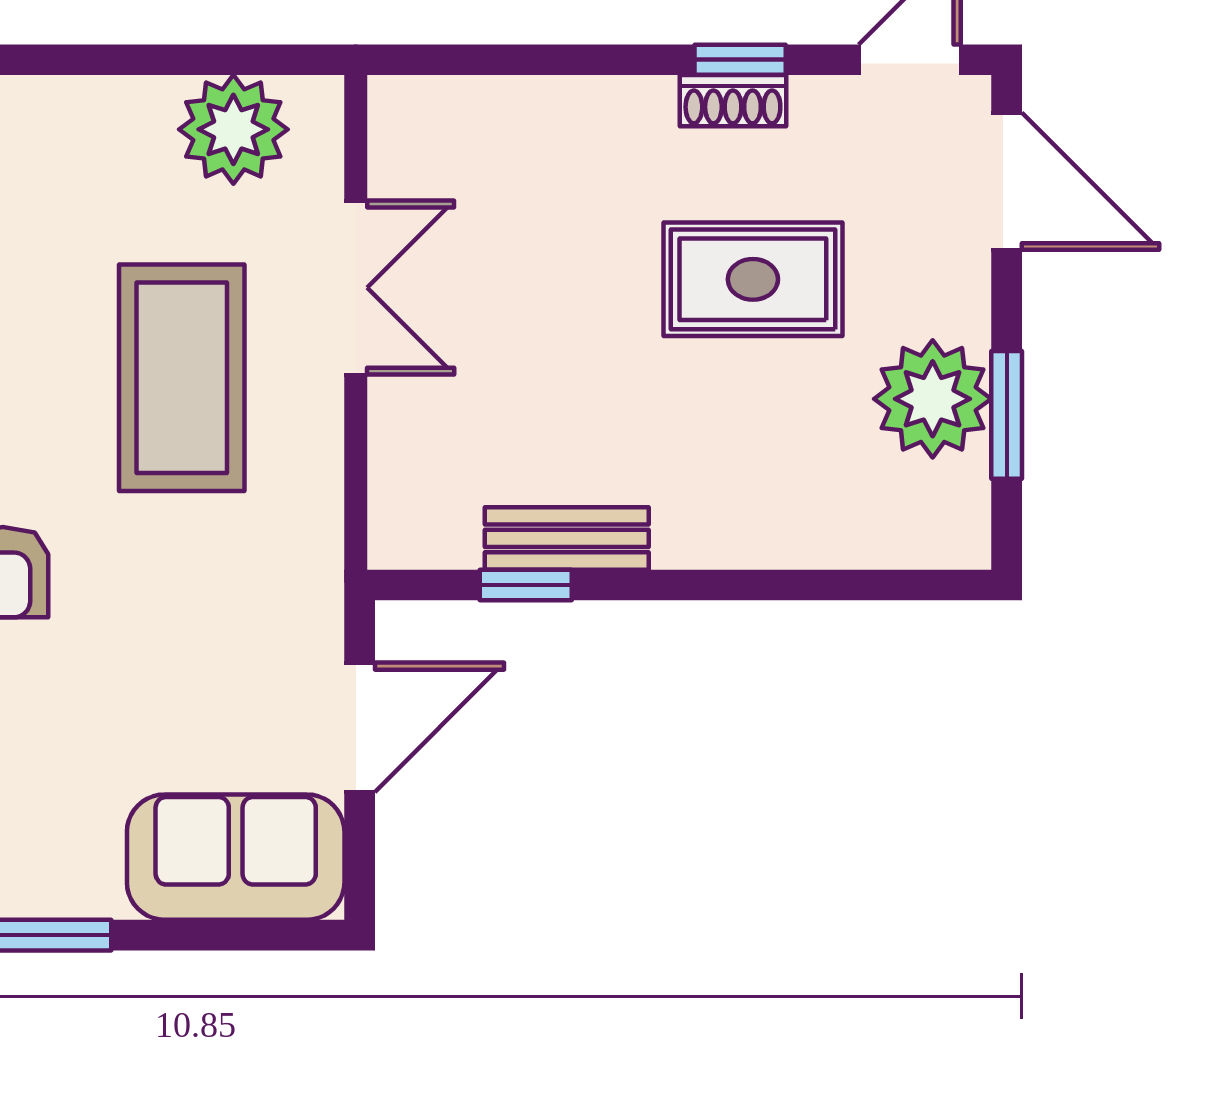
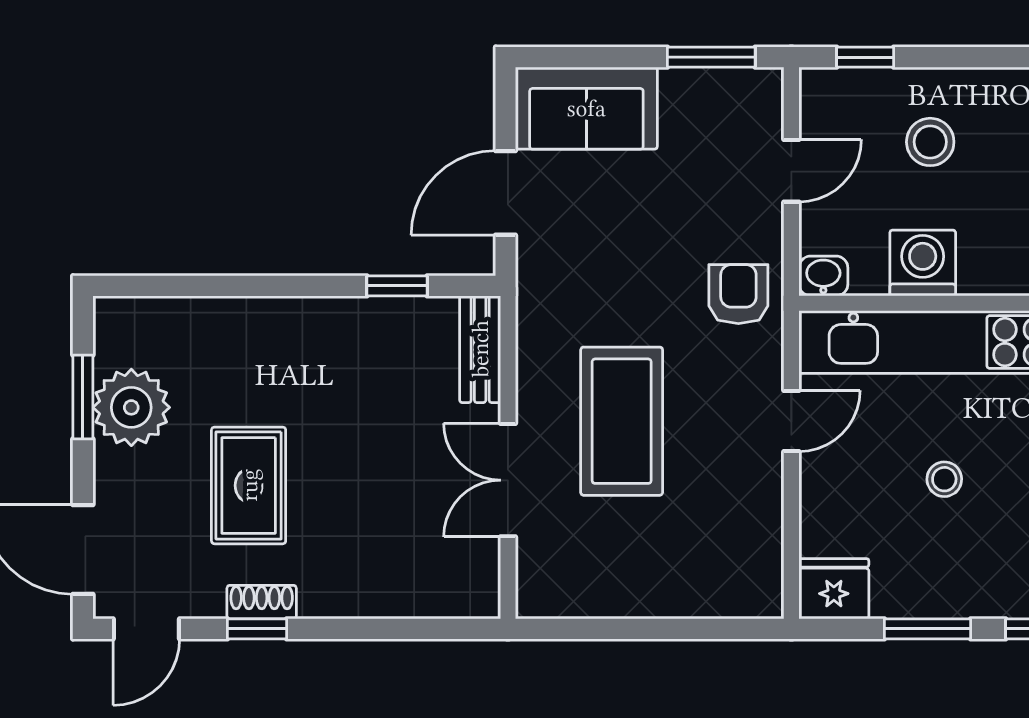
plant: (233, 129) -> (588, 583), removed
rug: (753, 279) -> (249, 485), turned 90
bench: (567, 538) -> (480, 349), moved, turned 90

